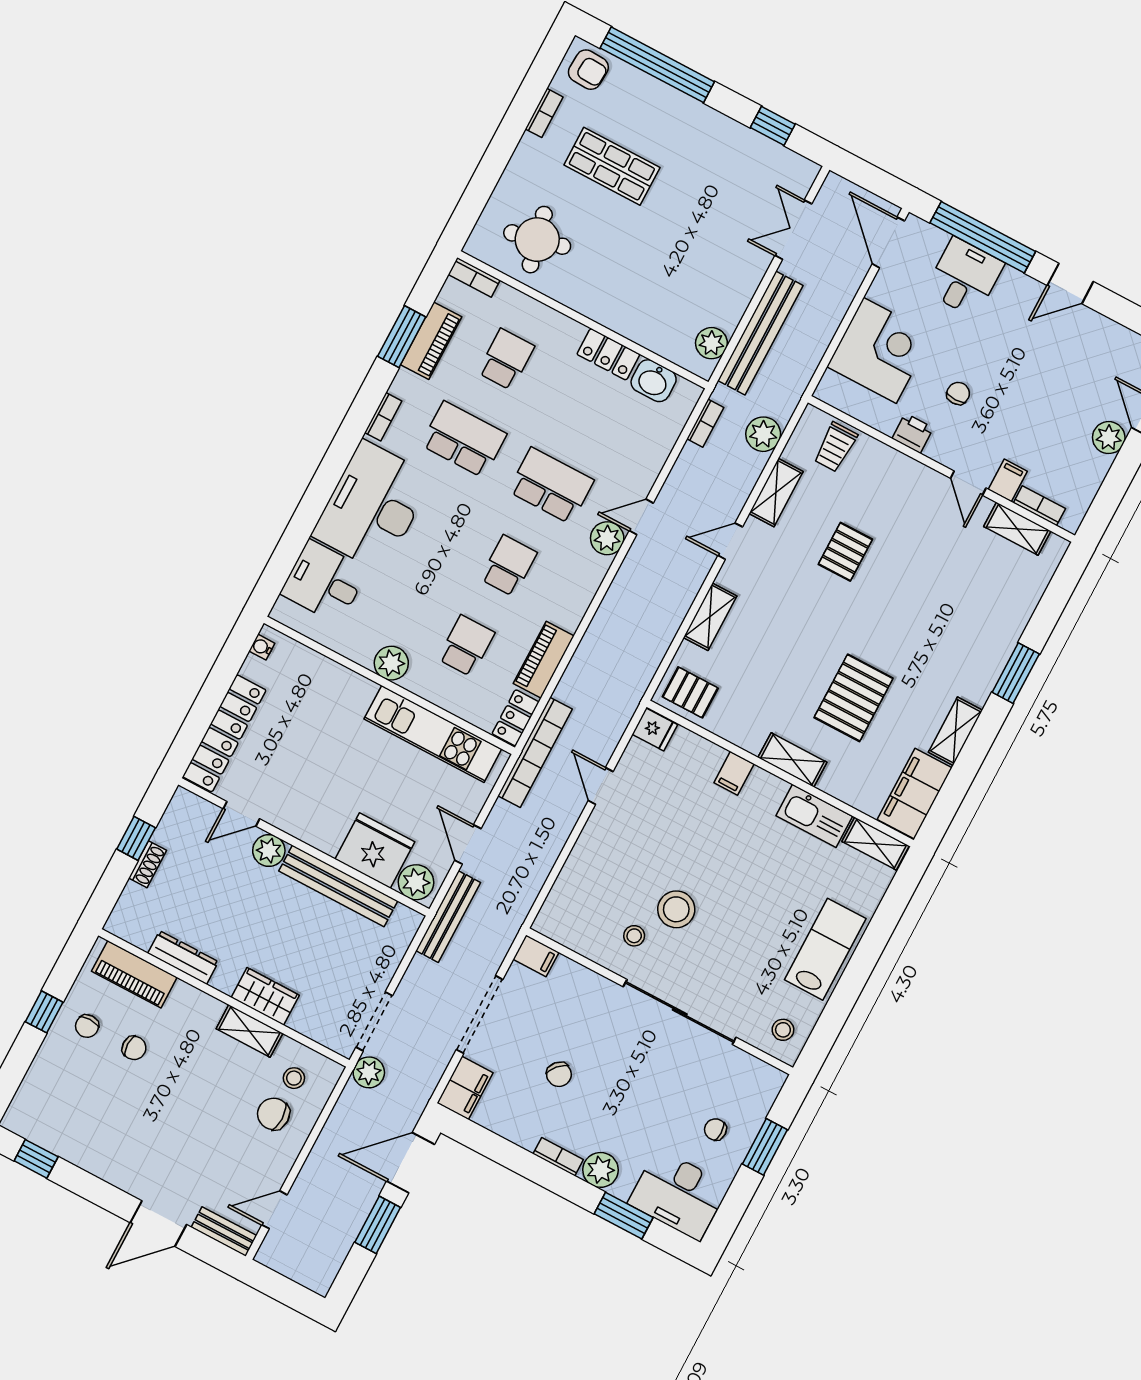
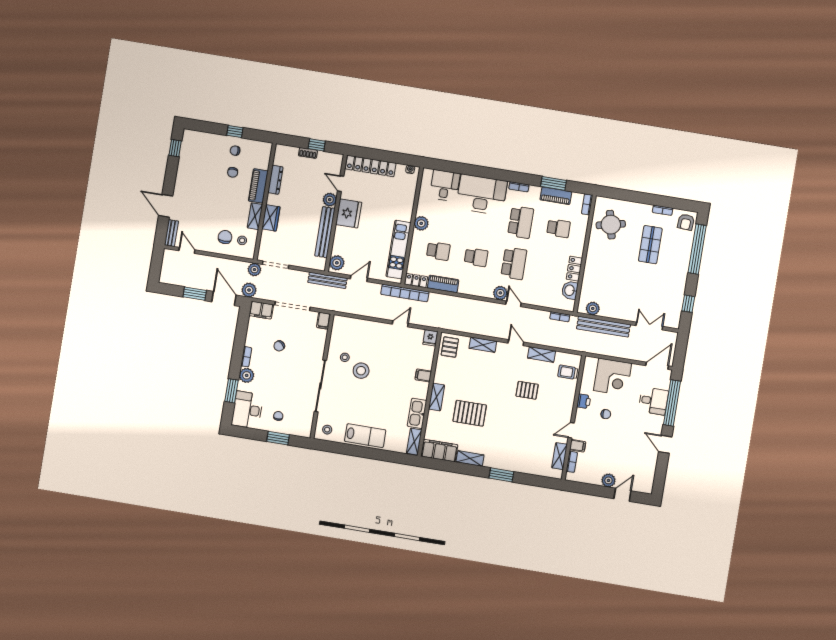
plant: (763, 434) -> (249, 290), moved
fridge: (375, 851) -> (349, 213), moved
piano: (134, 974) -> (258, 186), moved

